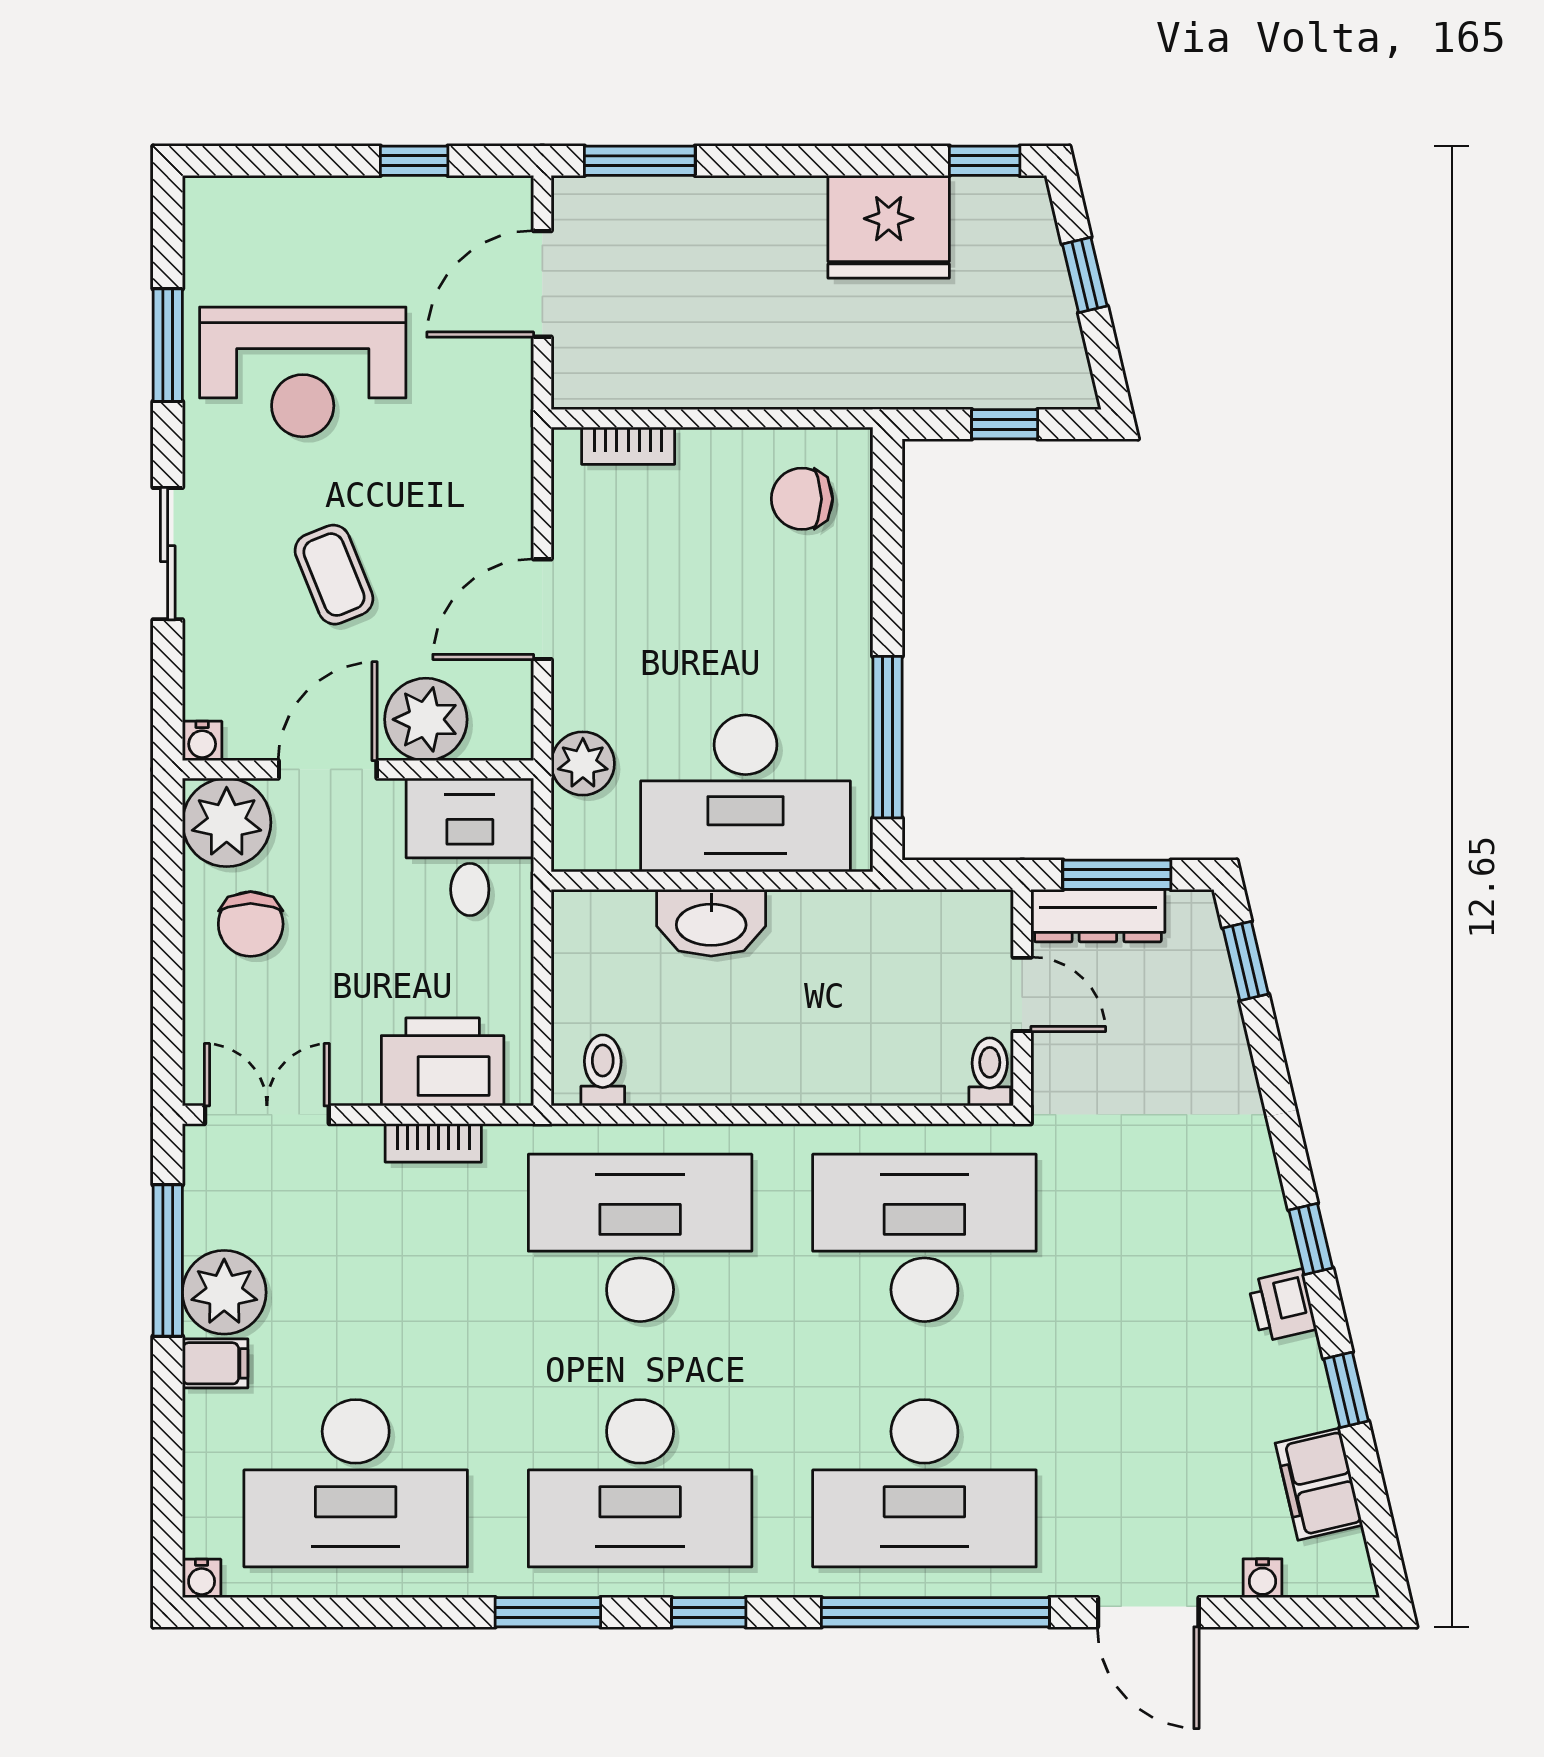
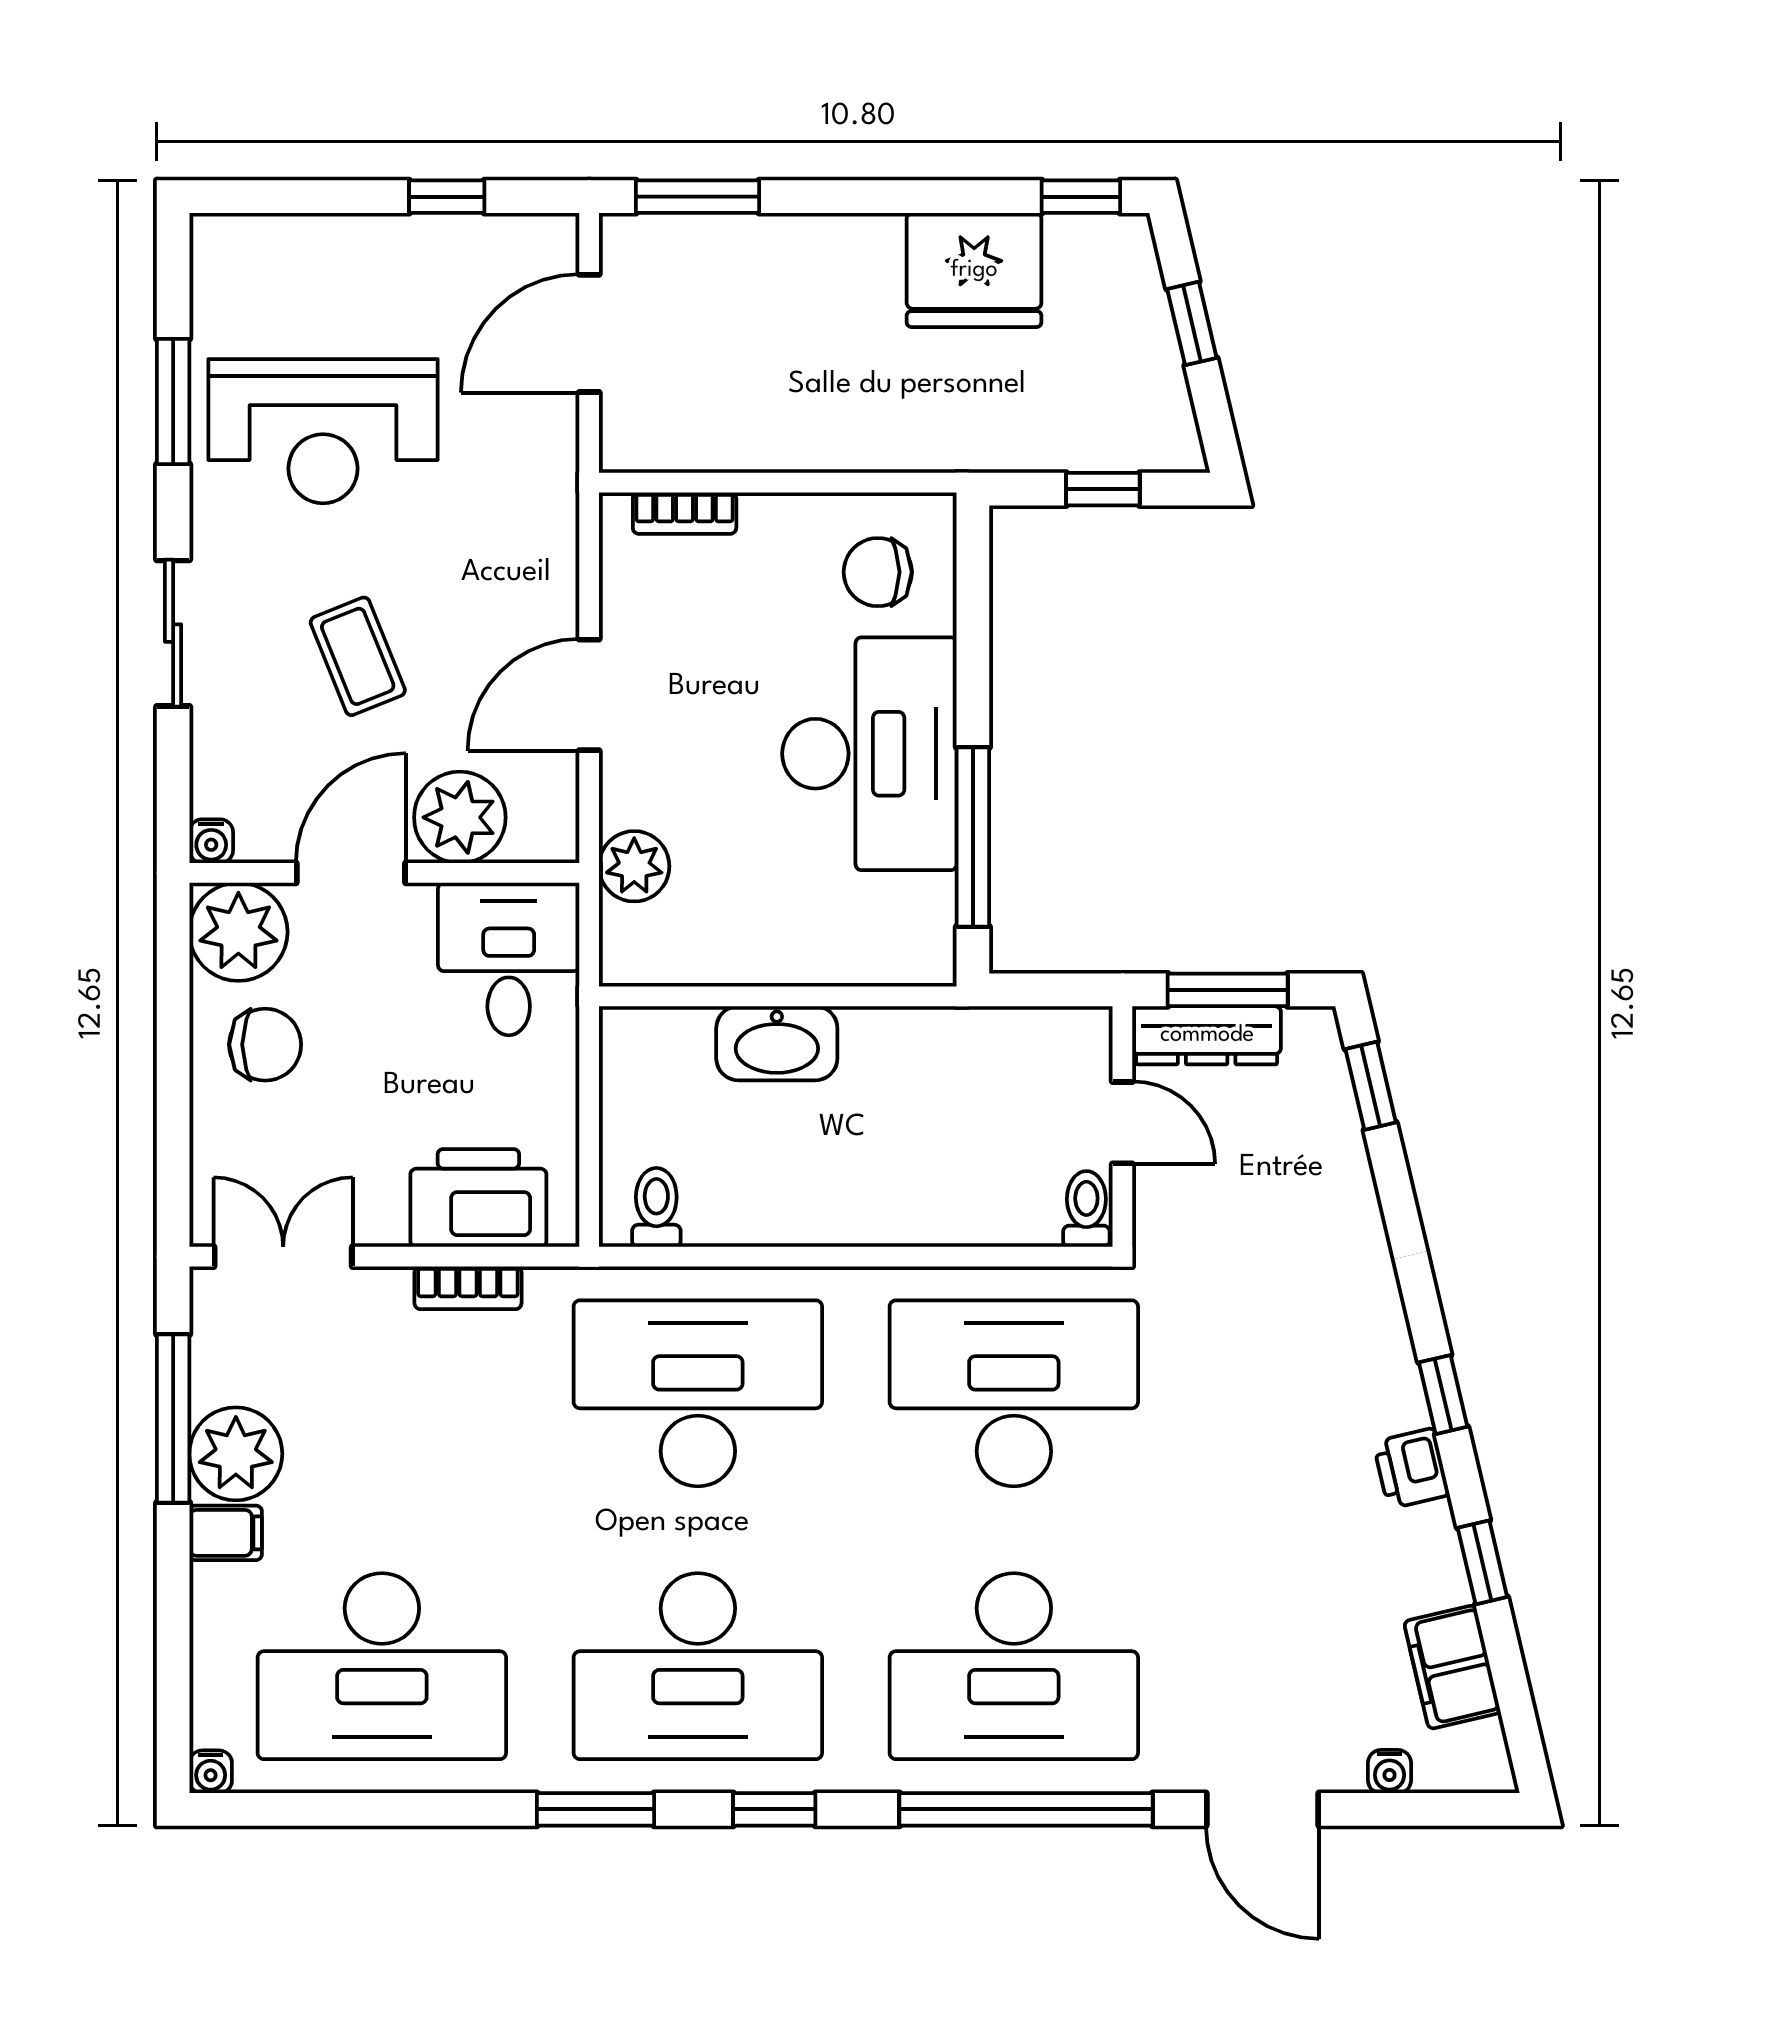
desk: (745, 793) -> (869, 754), moved, turned -90
chair: (251, 924) -> (265, 1045), turned -90

